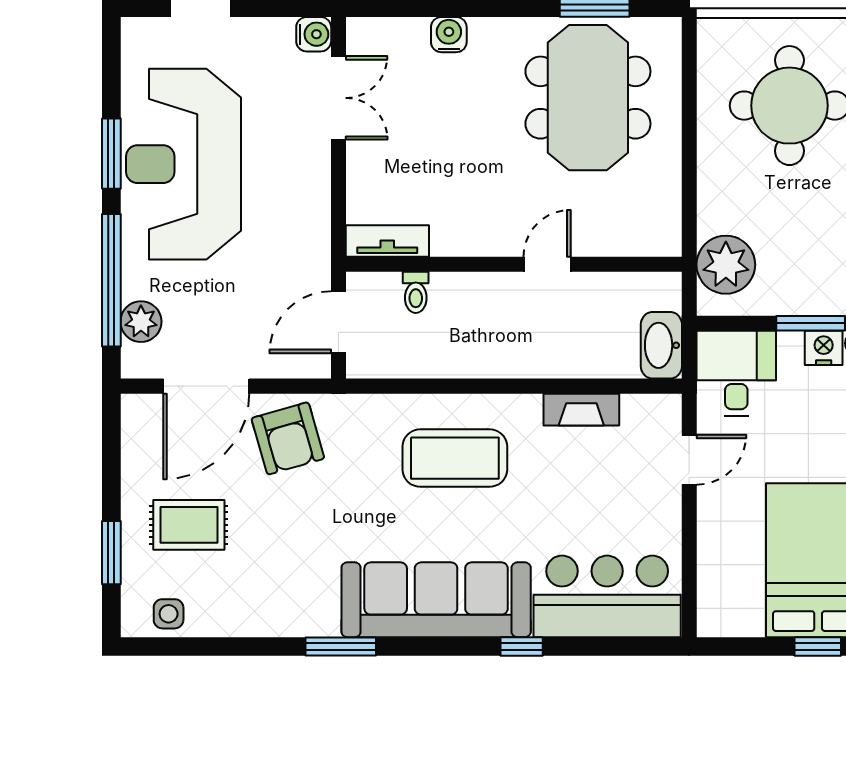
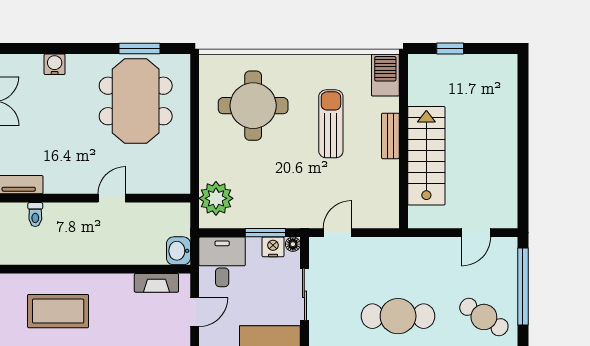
washbasin: (661, 345) -> (178, 251), width x0.72
fireplace: (581, 410) -> (156, 283), moved

